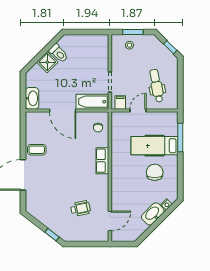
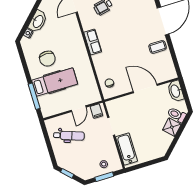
toilet: (59, 53) -> (177, 115), moved
dental chair: (157, 86) -> (69, 136), turned -60
bathtub: (92, 102) -> (127, 149), moved, turned -90
row of seats: (102, 161) -> (93, 42), moved

